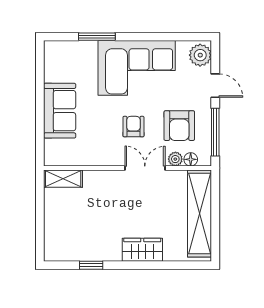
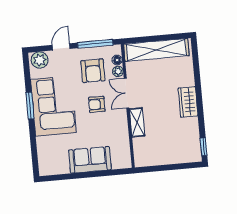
window: (97, 37) -> (30, 105), moved
armchair: (179, 126) -> (93, 71), turned 90
shelving: (63, 179) -> (137, 122), moved
wardrobe: (142, 250) -> (188, 102), moved
window: (91, 265) -> (204, 147), moved

